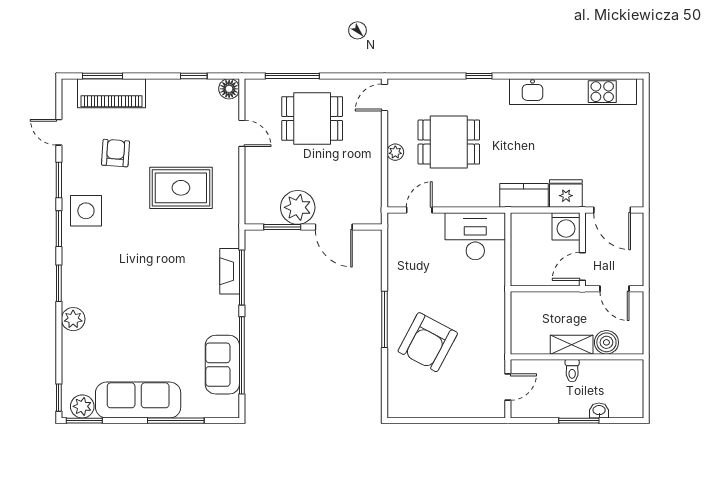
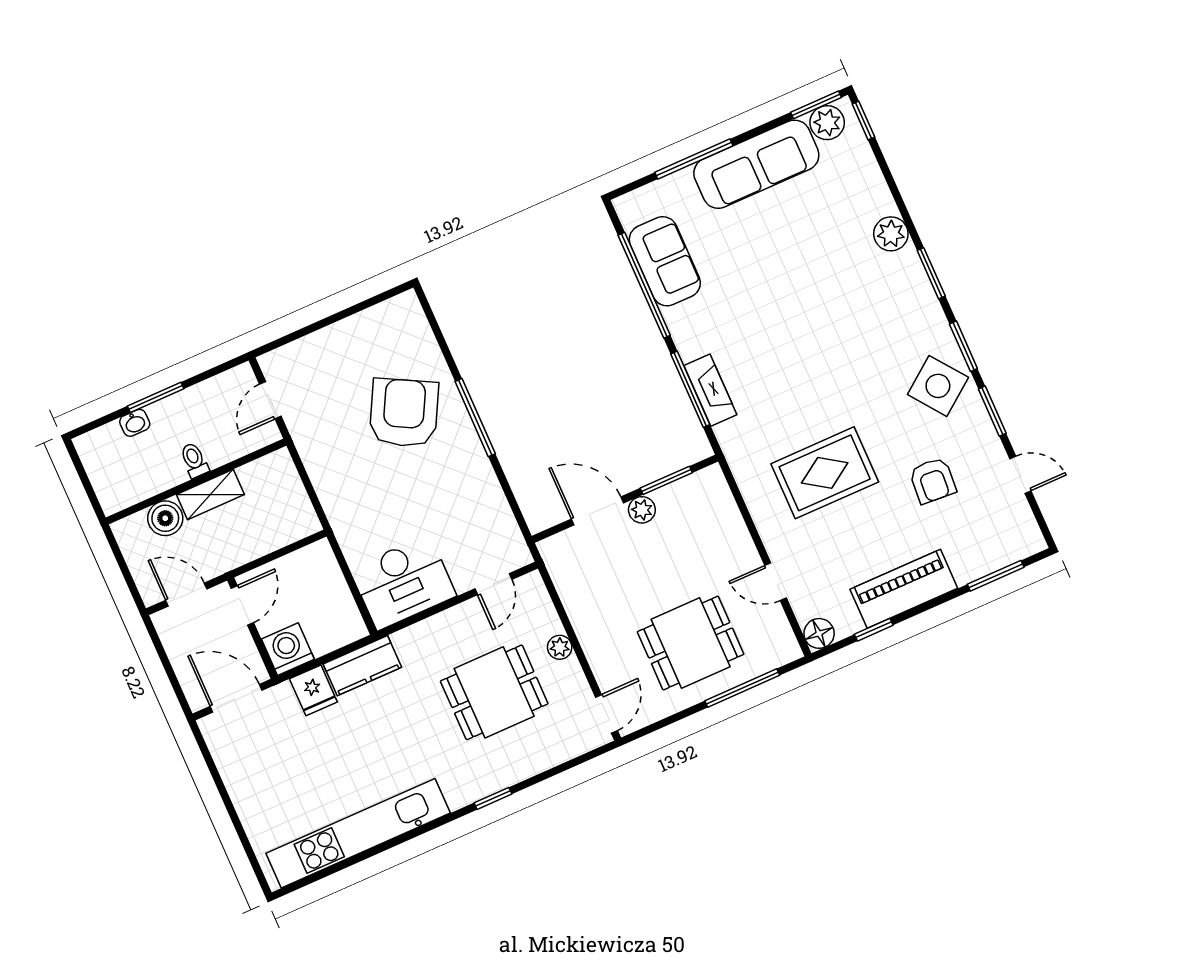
piano: (111, 93) -> (904, 589), moved
fridge: (566, 193) -> (313, 690), width x0.72
plant: (298, 207) -> (642, 510), width x0.53, depth x0.53
side table: (86, 211) -> (938, 386), turned -37

